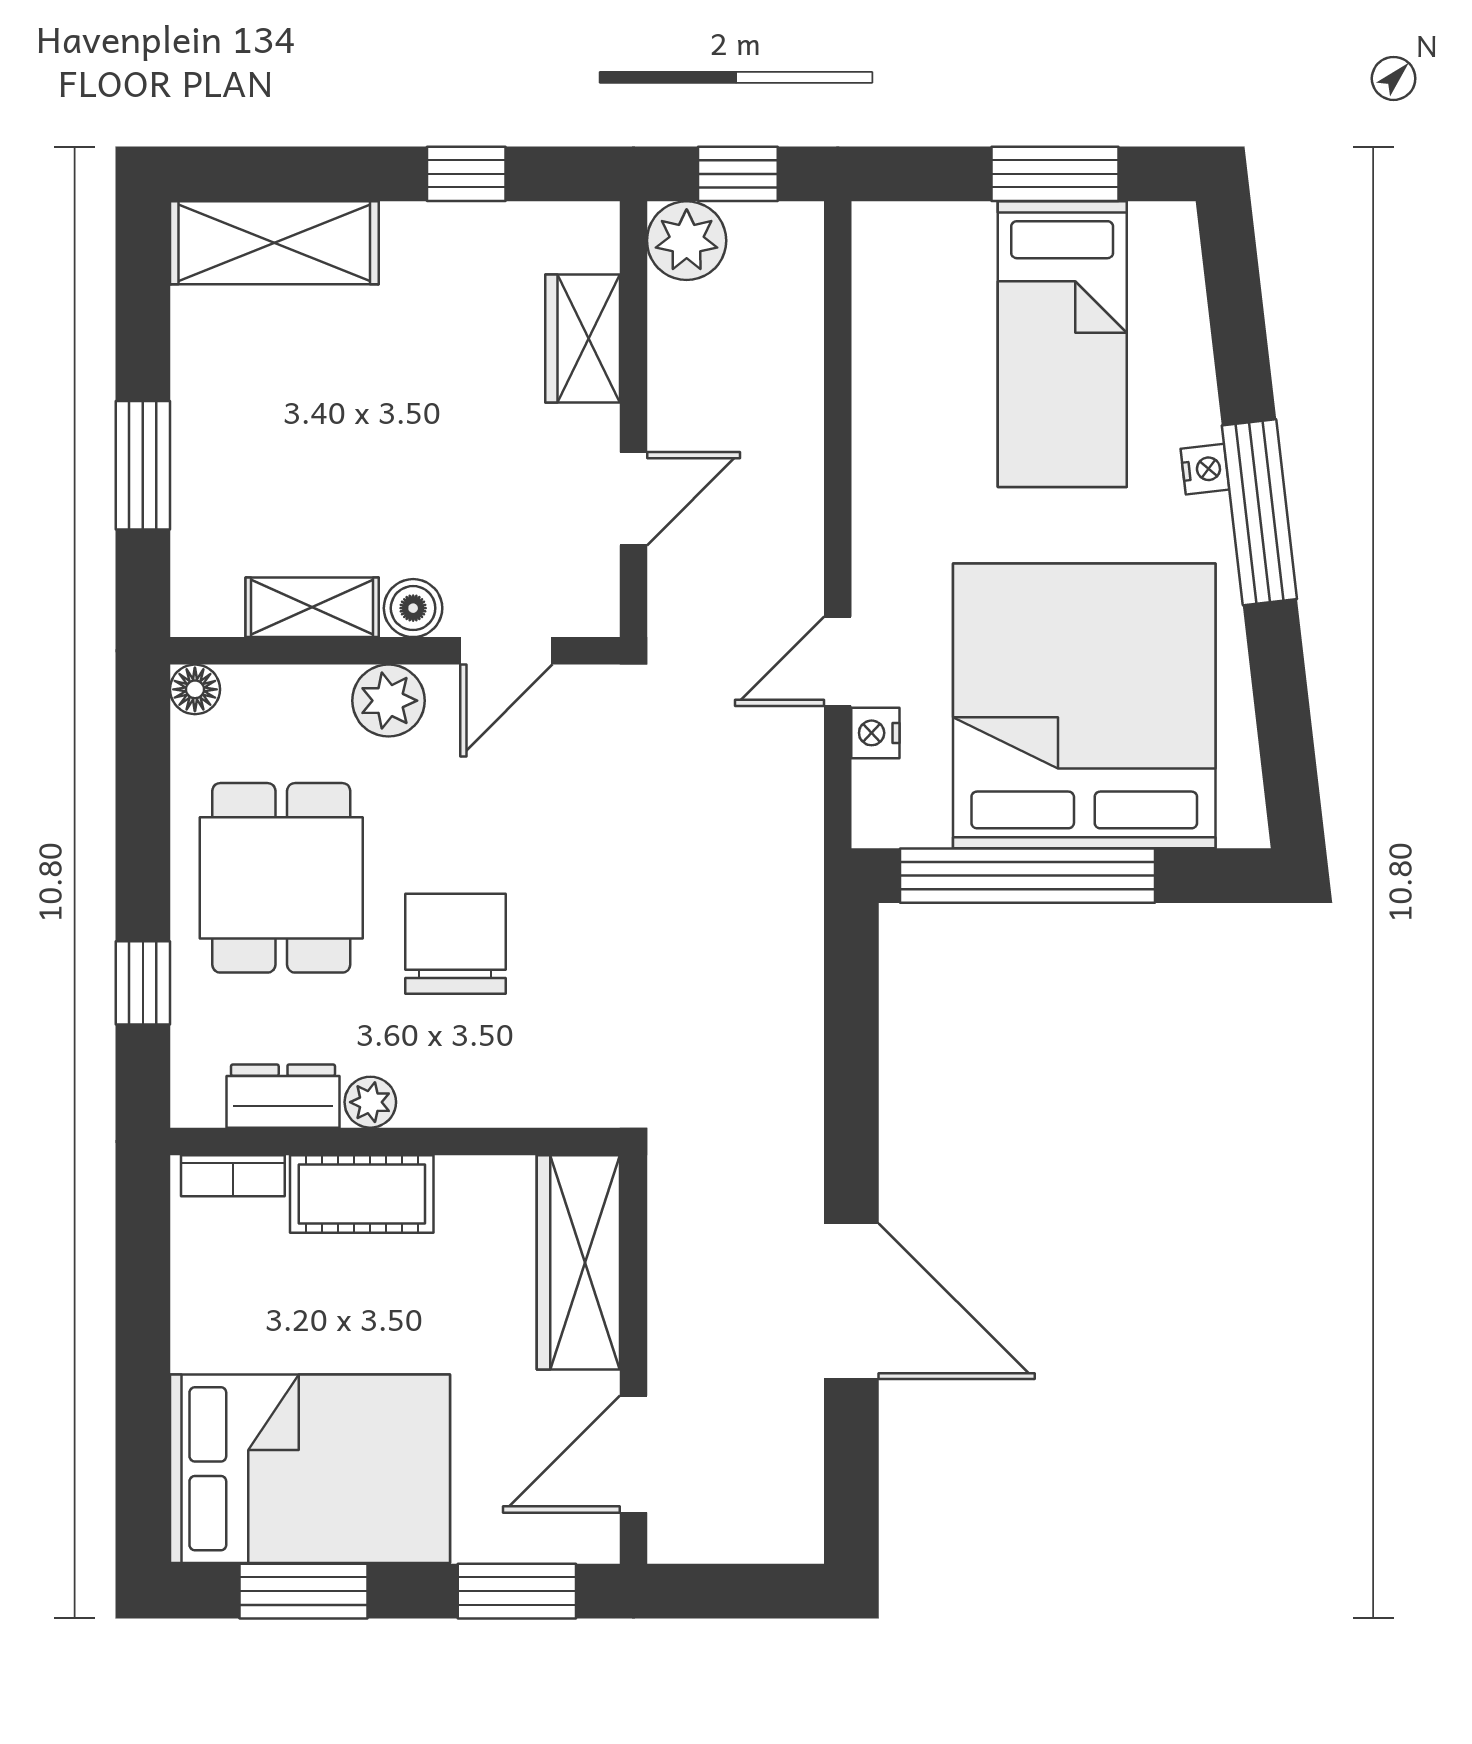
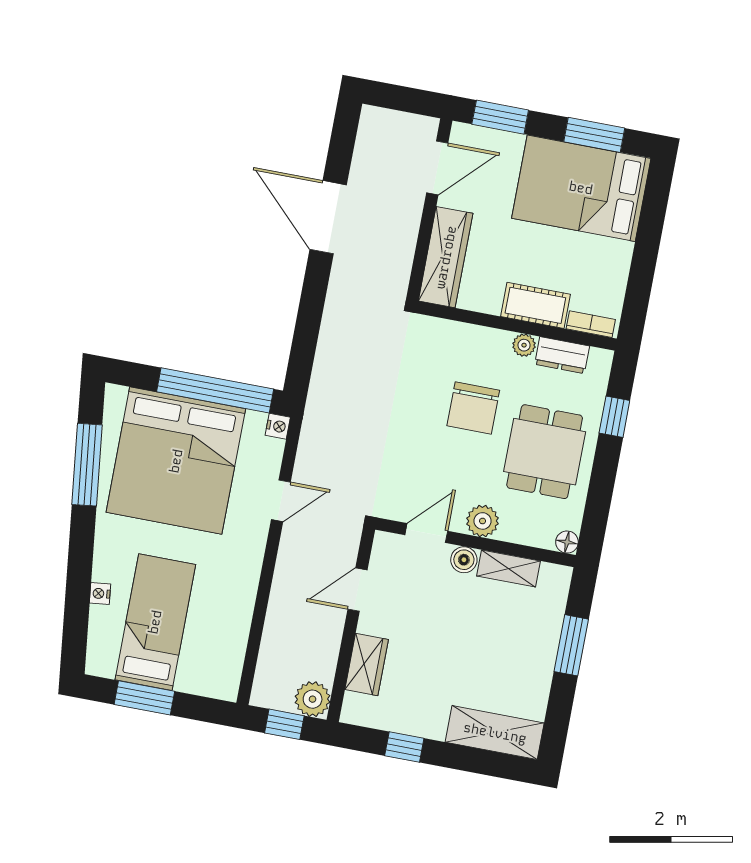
nightstand: (1205, 469) -> (100, 594), moved
window: (1259, 512) -> (87, 465), moved
nightstand: (875, 733) -> (278, 426), moved

